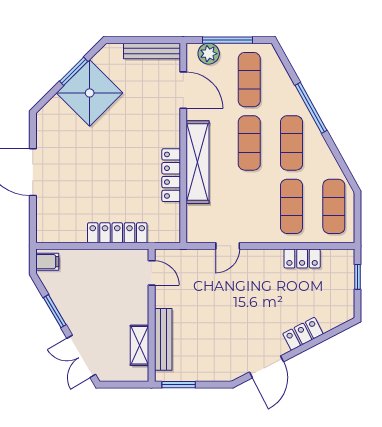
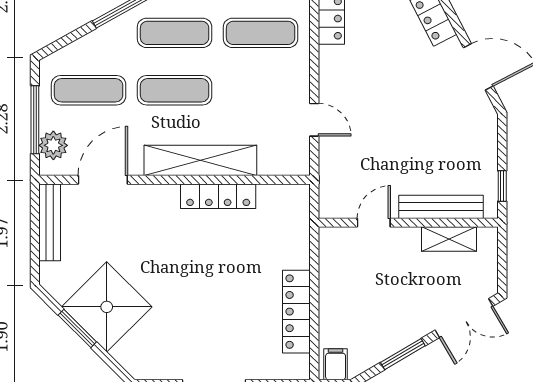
locker: (117, 233) -> (296, 312), moved
door: (152, 273) -> (374, 223), moved
window: (179, 385) -> (502, 186), width x0.67

